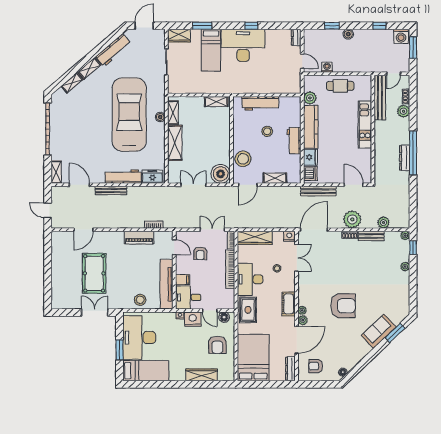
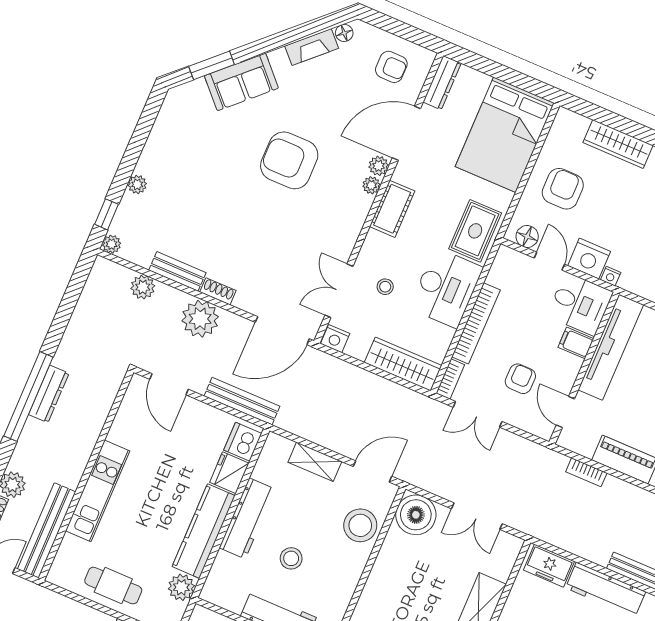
workbench: (294, 141) -> (247, 518), width x1.38
fireplace: (354, 360) -> (312, 47), added

